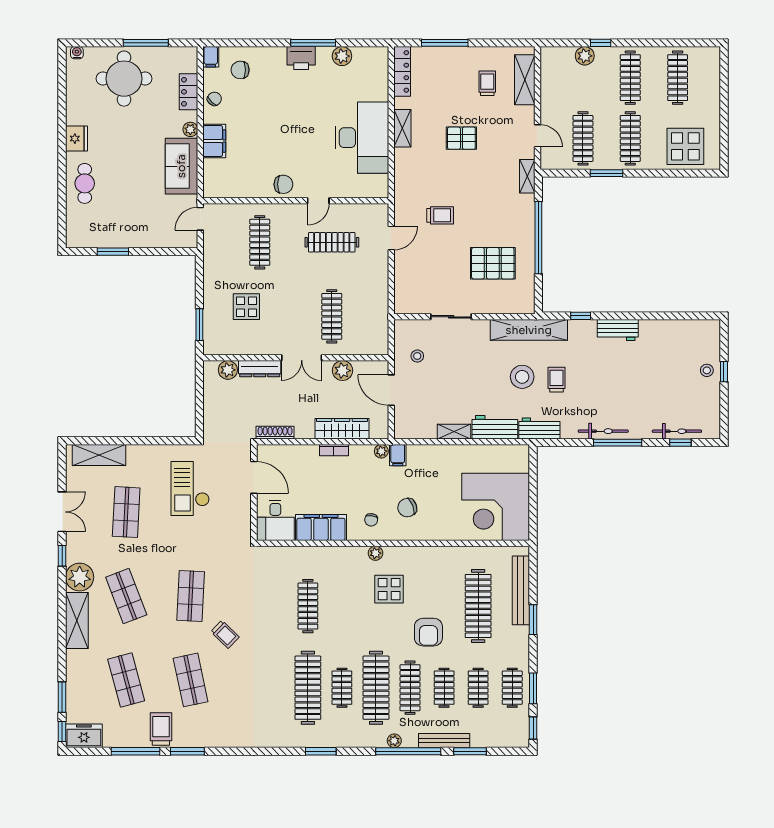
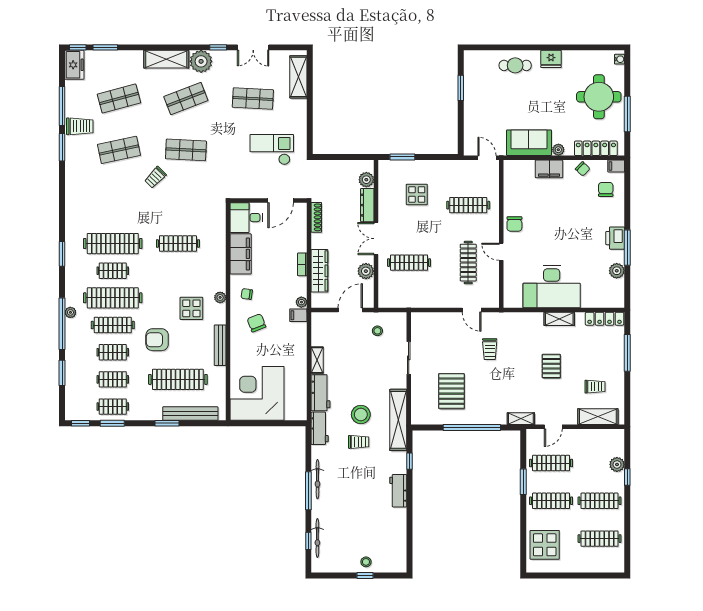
locker: (189, 92) -> (596, 148), width x1.53
bench: (444, 741) -> (220, 345), moved

